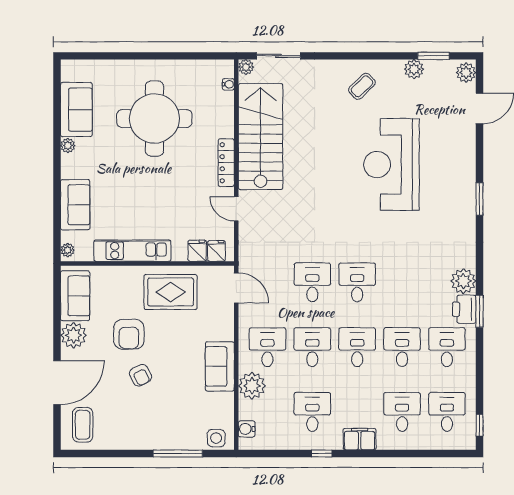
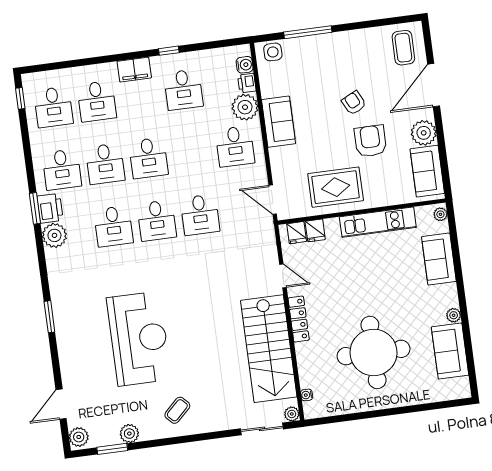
desk: (312, 347) -> (113, 226), moved
printer: (247, 410) -> (247, 83), added

